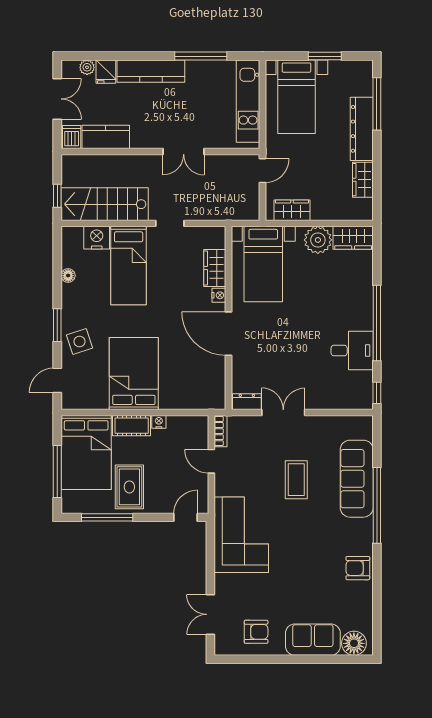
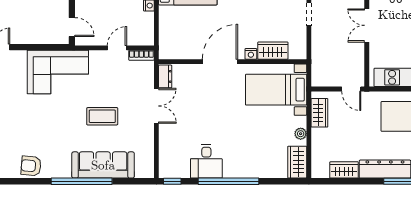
plant: (318, 240) -> (301, 134), width x0.53, depth x0.53
armchair: (358, 568) -> (31, 166), turned -85

